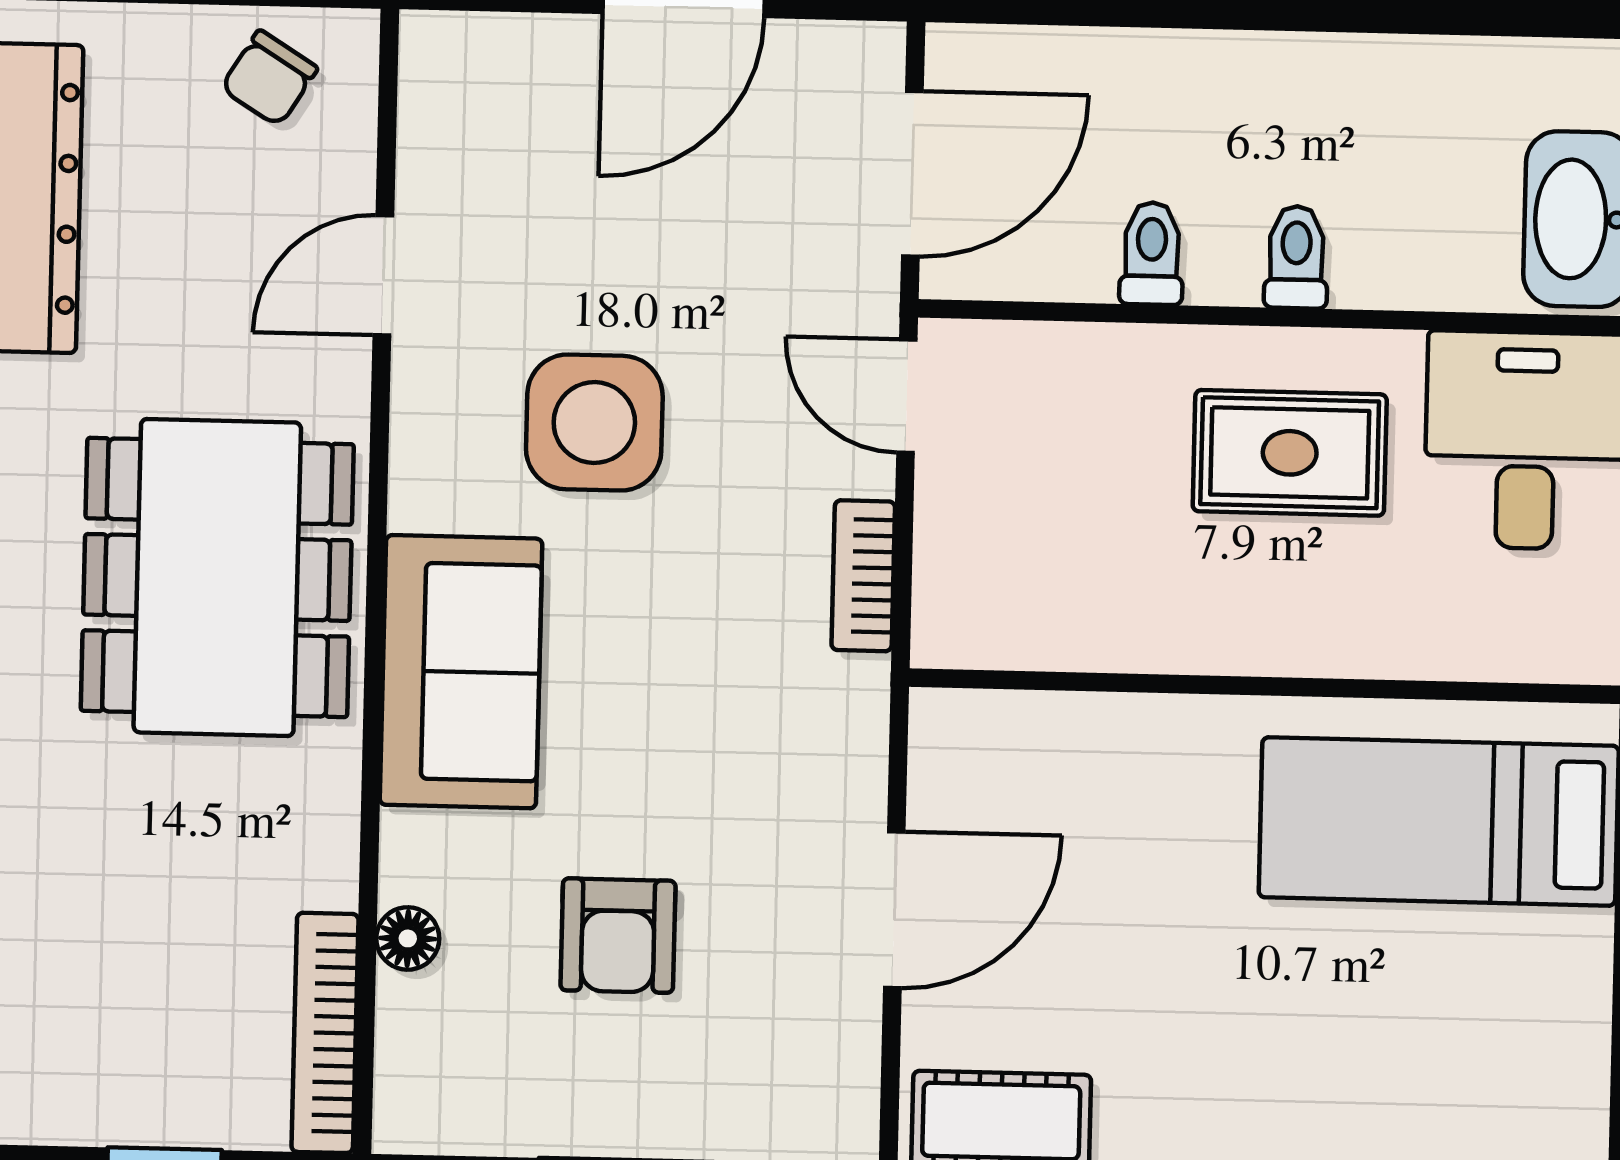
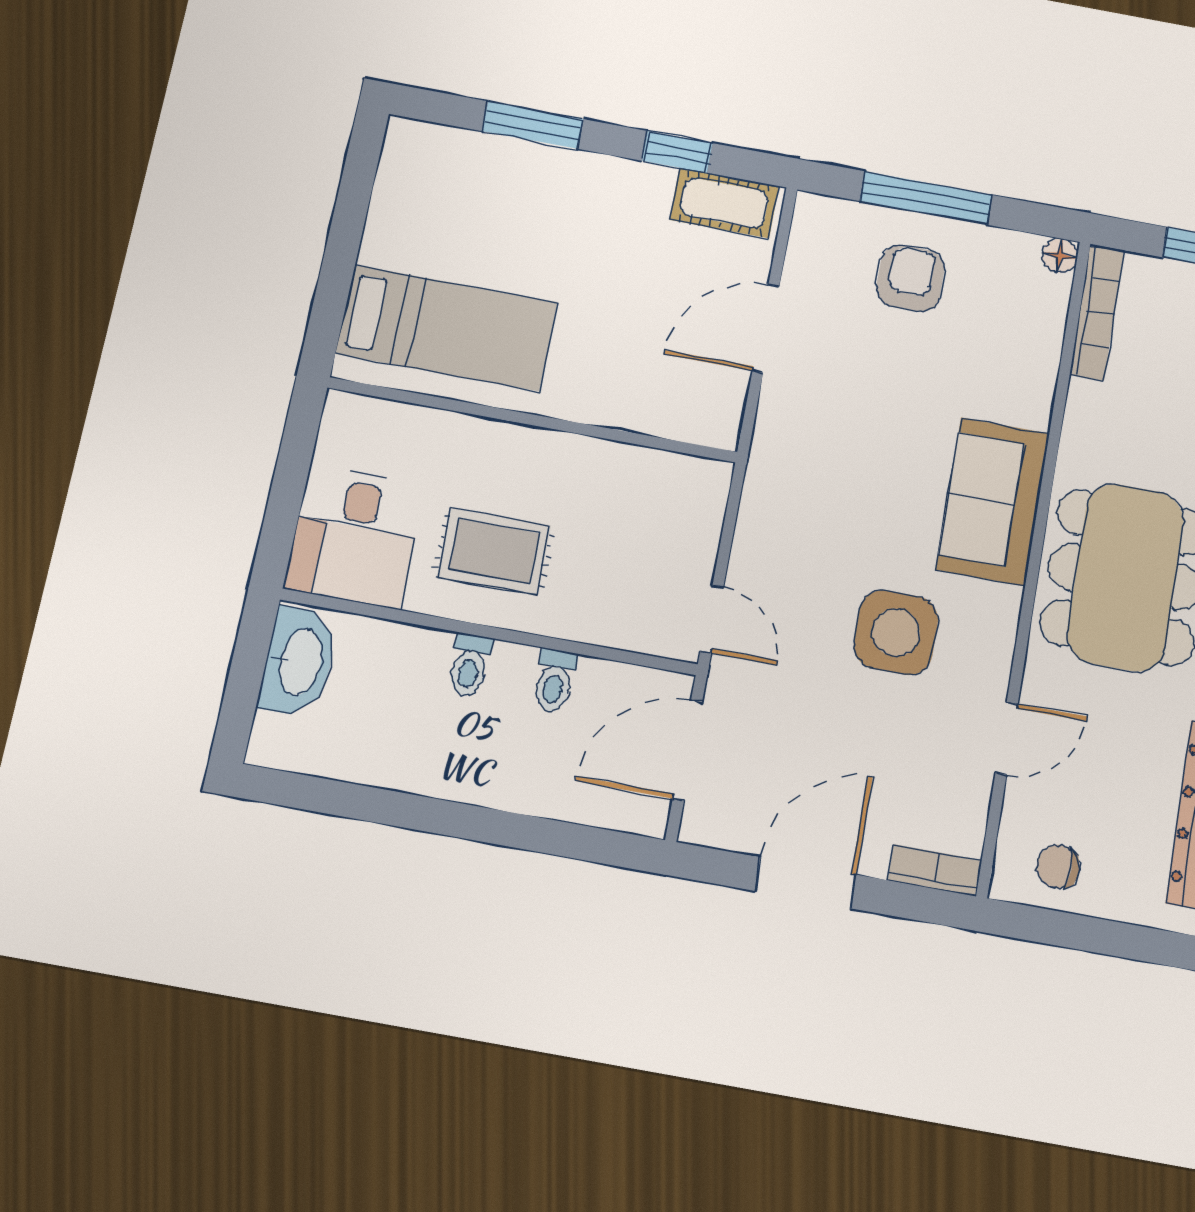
chair: (269, 78) -> (1058, 867), turned -122
bookcase: (863, 576) -> (935, 870), moved, turned -90
armchair: (618, 936) -> (910, 278), moved
floor lamp: (408, 938) -> (1060, 256), moved

